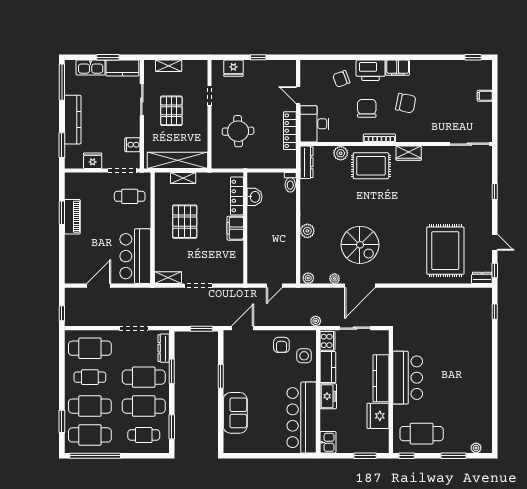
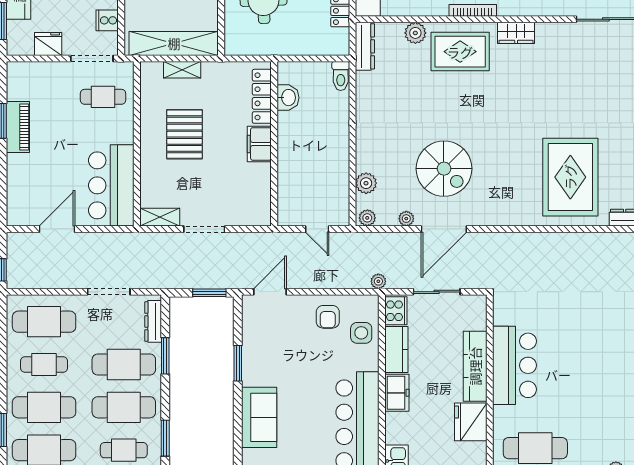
plant: (307, 231) -> (366, 183), moved
door: (274, 286) -> (317, 229), hinge flipped

